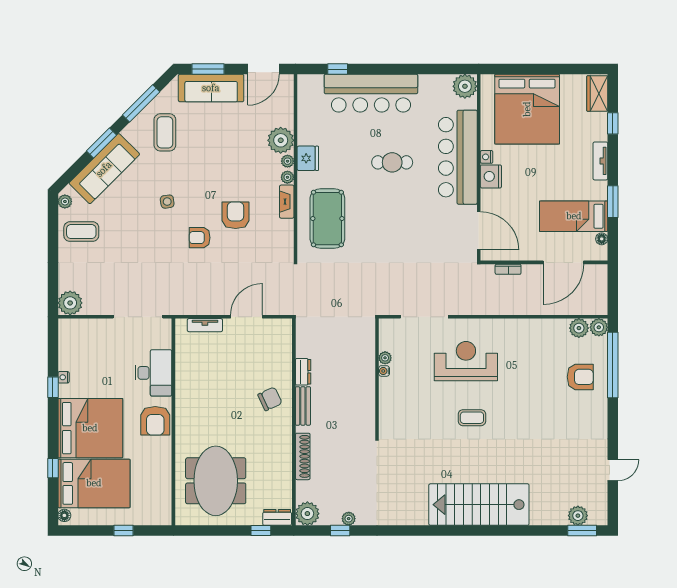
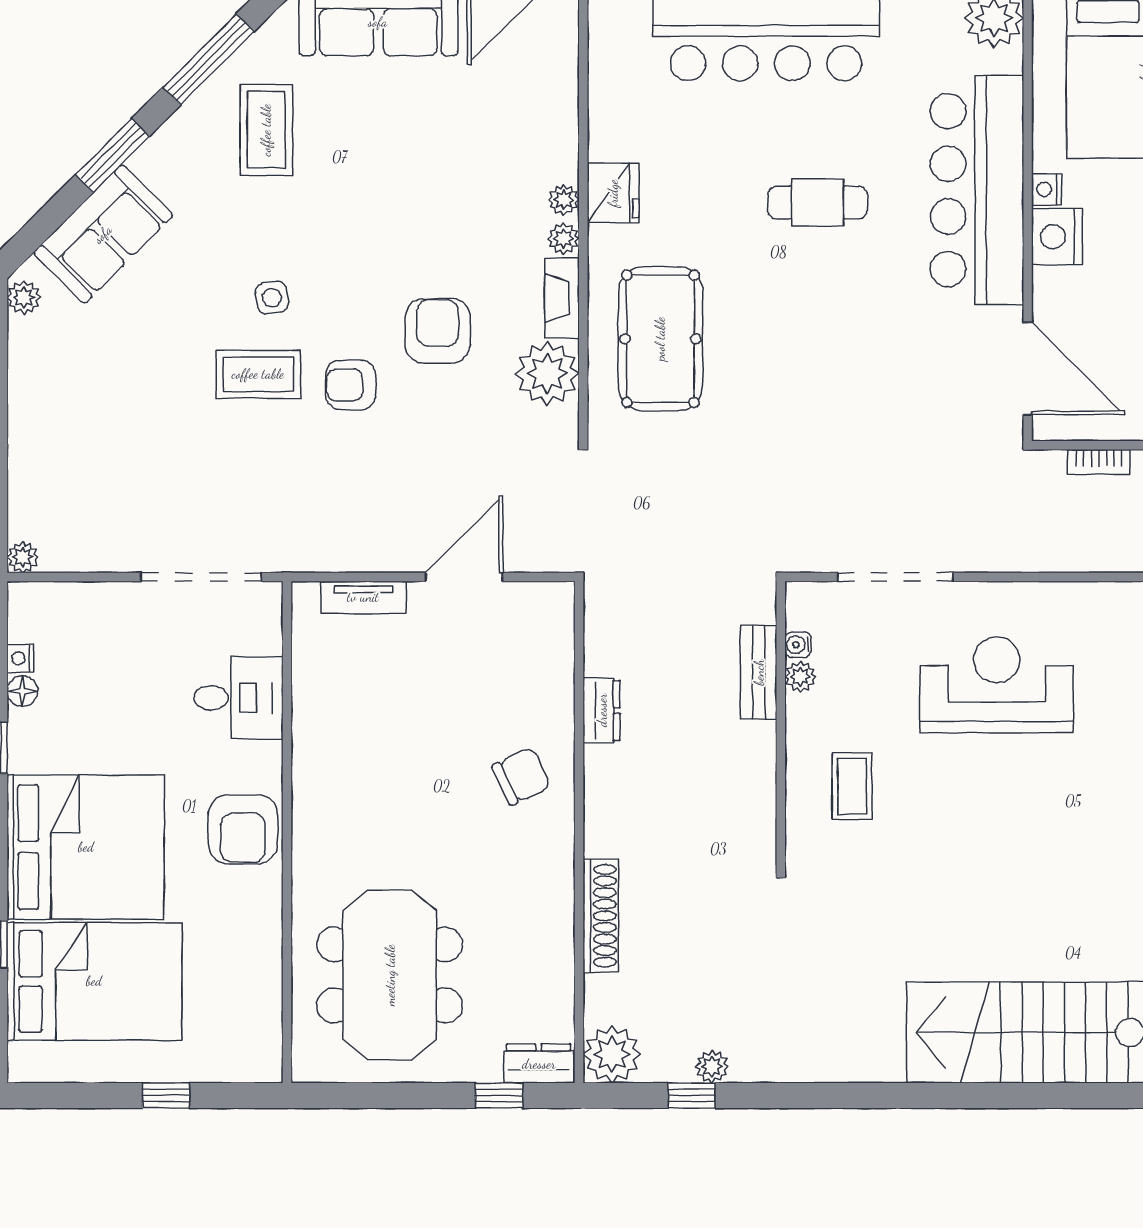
plant: (281, 140) -> (547, 373), moved
sofa: (104, 169) -> (103, 234), width x0.73
coffee table: (81, 232) -> (258, 374), moved
plant: (70, 303) -> (23, 557), width x0.53, depth x0.53
water cooler: (384, 371) -> (798, 645), moved
desk: (153, 373) -> (238, 698), width x0.73
nightstand: (64, 377) -> (20, 658), moved
bench: (303, 406) -> (759, 672), moved
coffee table: (472, 418) -> (852, 786), moved, turned 90
floor lamp: (64, 515) -> (22, 691), moved

